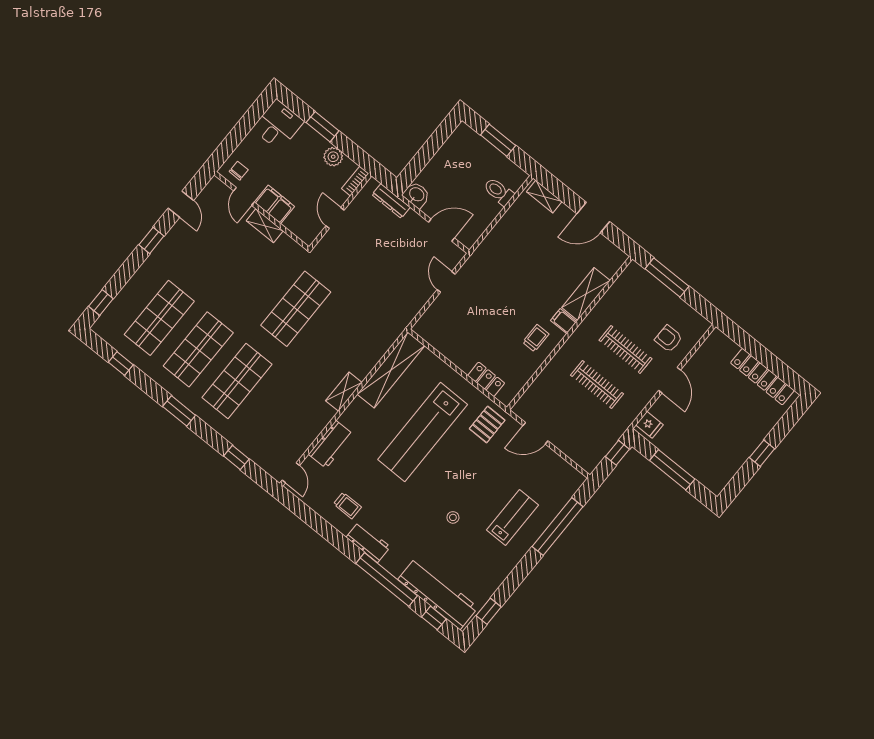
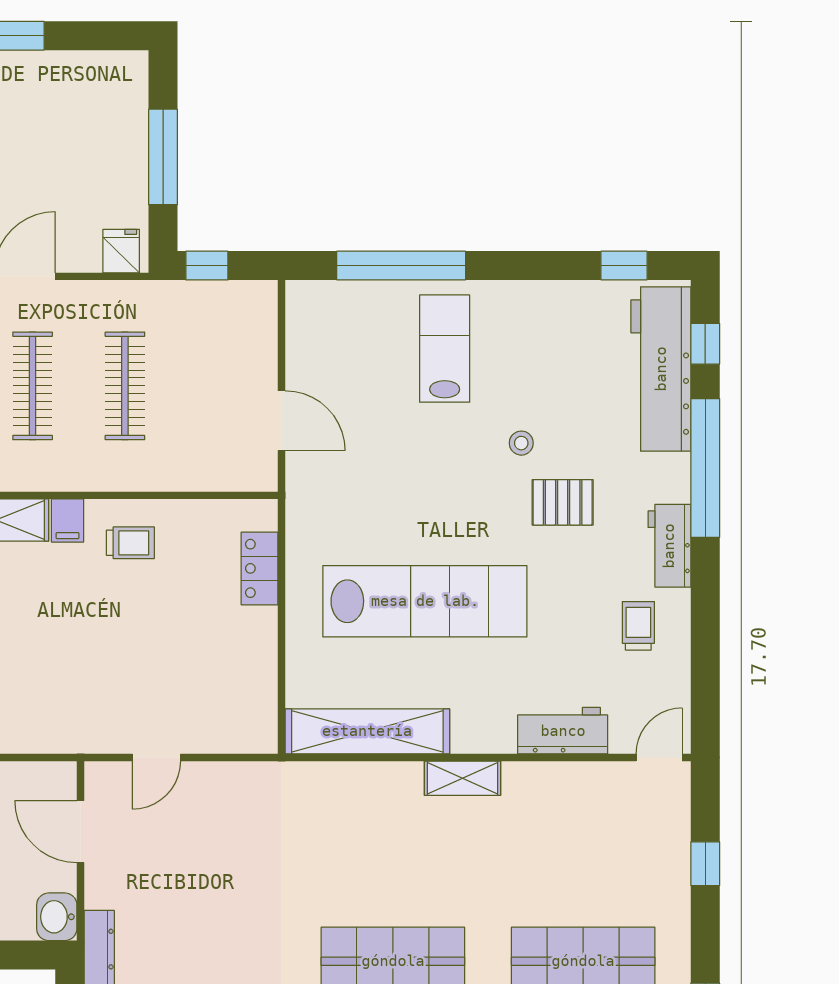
trolley: (536, 338) -> (130, 543), turned 180
pallet: (487, 424) -> (563, 502), moved
lab bench: (513, 518) -> (445, 349), turned 90

